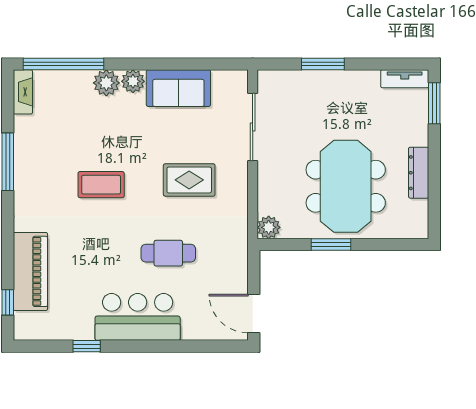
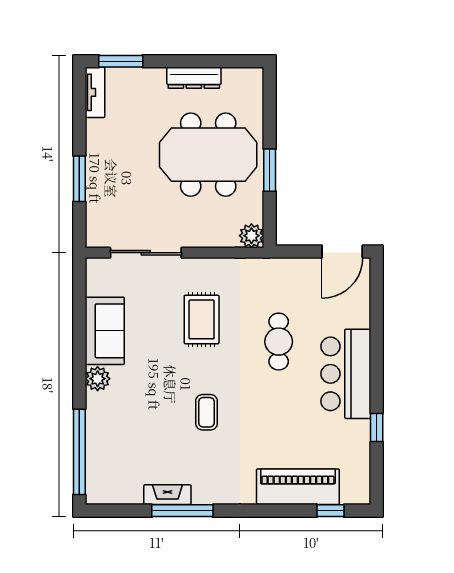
plant: (106, 83) -> (99, 407), removed
fireplace: (23, 92) -> (167, 495), moved
coffee table: (101, 185) -> (206, 412), width x0.73, depth x0.77

